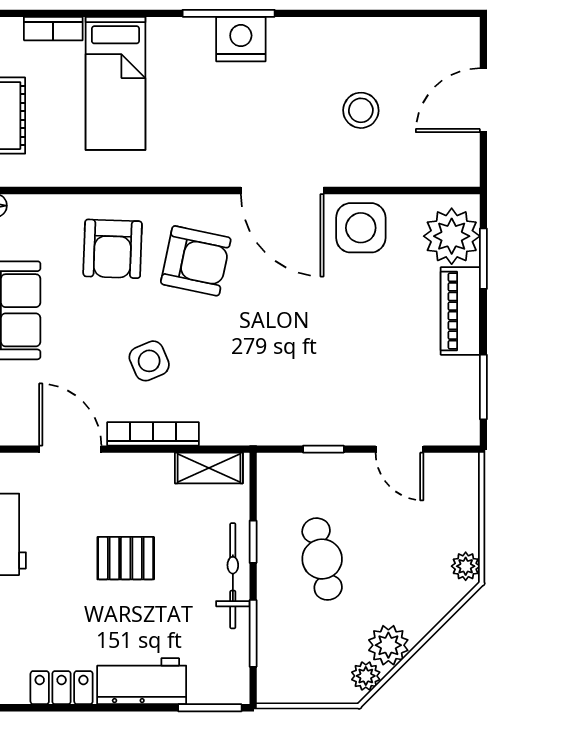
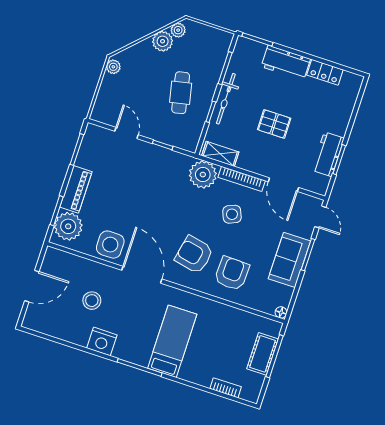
nightstand: (241, 39) -> (102, 341), moved
bed: (115, 83) -> (172, 341), moved
plant: (229, 418) -> (203, 175), added

